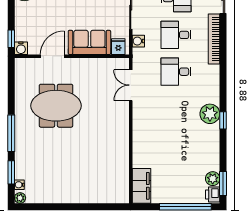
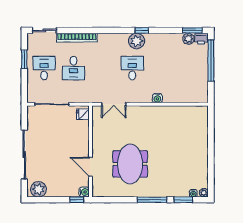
water cooler: (138, 41) -> (157, 98), moved
sofa: (89, 42) -> (80, 137), removed
desk: (176, 72) -> (132, 68), moved, turned 180
filing cabinet: (141, 186) -> (194, 96), removed

